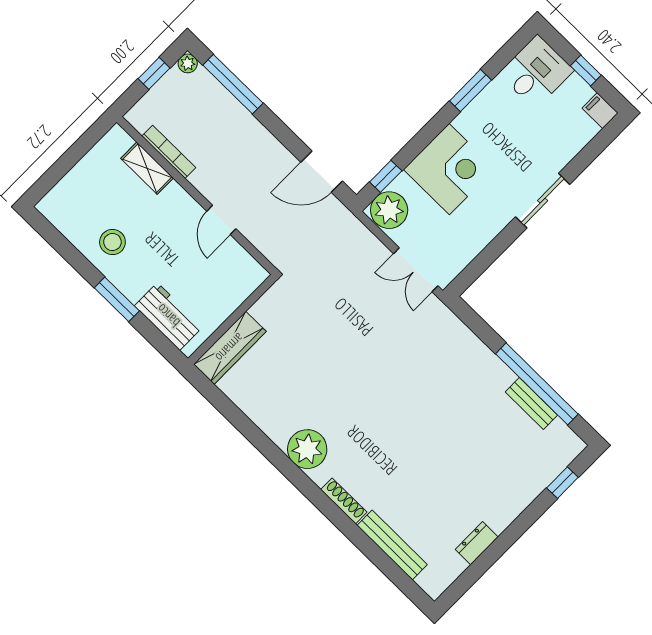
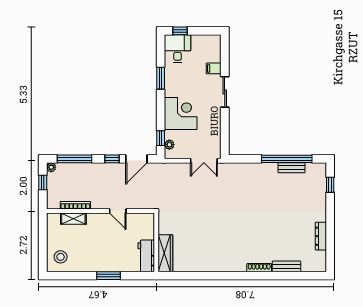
window: (586, 70) -> (180, 31), moved
filing cabinet: (600, 111) -> (214, 68), moved
window: (287, 137) -> (112, 159), added
plant: (389, 210) -> (169, 145), width x0.53, depth x0.53
stool: (112, 242) -> (61, 257), moved
workbench: (168, 316) -> (146, 256), moved, turned -90
plant: (307, 449) -> (228, 262), removed
dresser: (477, 543) -> (321, 236), width x1.44
bench: (392, 545) -> (287, 266), width x0.73

